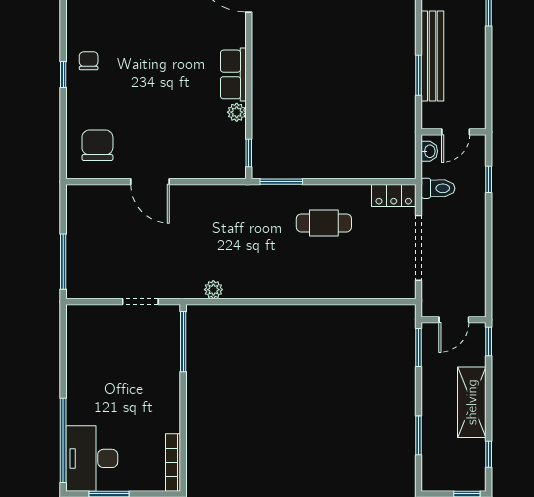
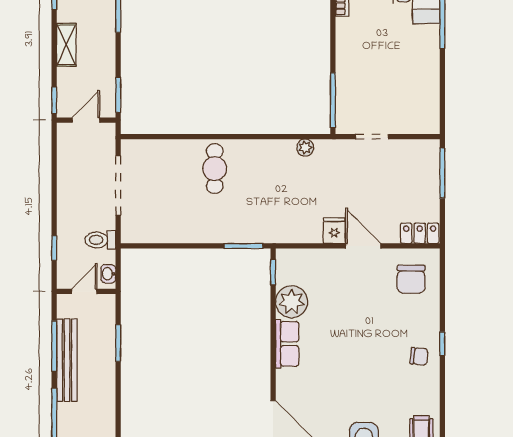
bench: (432, 56) -> (67, 360), moved
chair: (89, 61) -> (419, 356), turned -85
window: (489, 72) -> (54, 346), added
plant: (237, 112) -> (292, 302), width x1.87, depth x1.87
locker: (394, 196) -> (420, 233), moved
fridge: (182, 198) -> (334, 231), added
cafe table: (324, 223) -> (215, 169), moved, turned 90
shelving: (472, 402) -> (66, 45), width x0.67, depth x0.75

